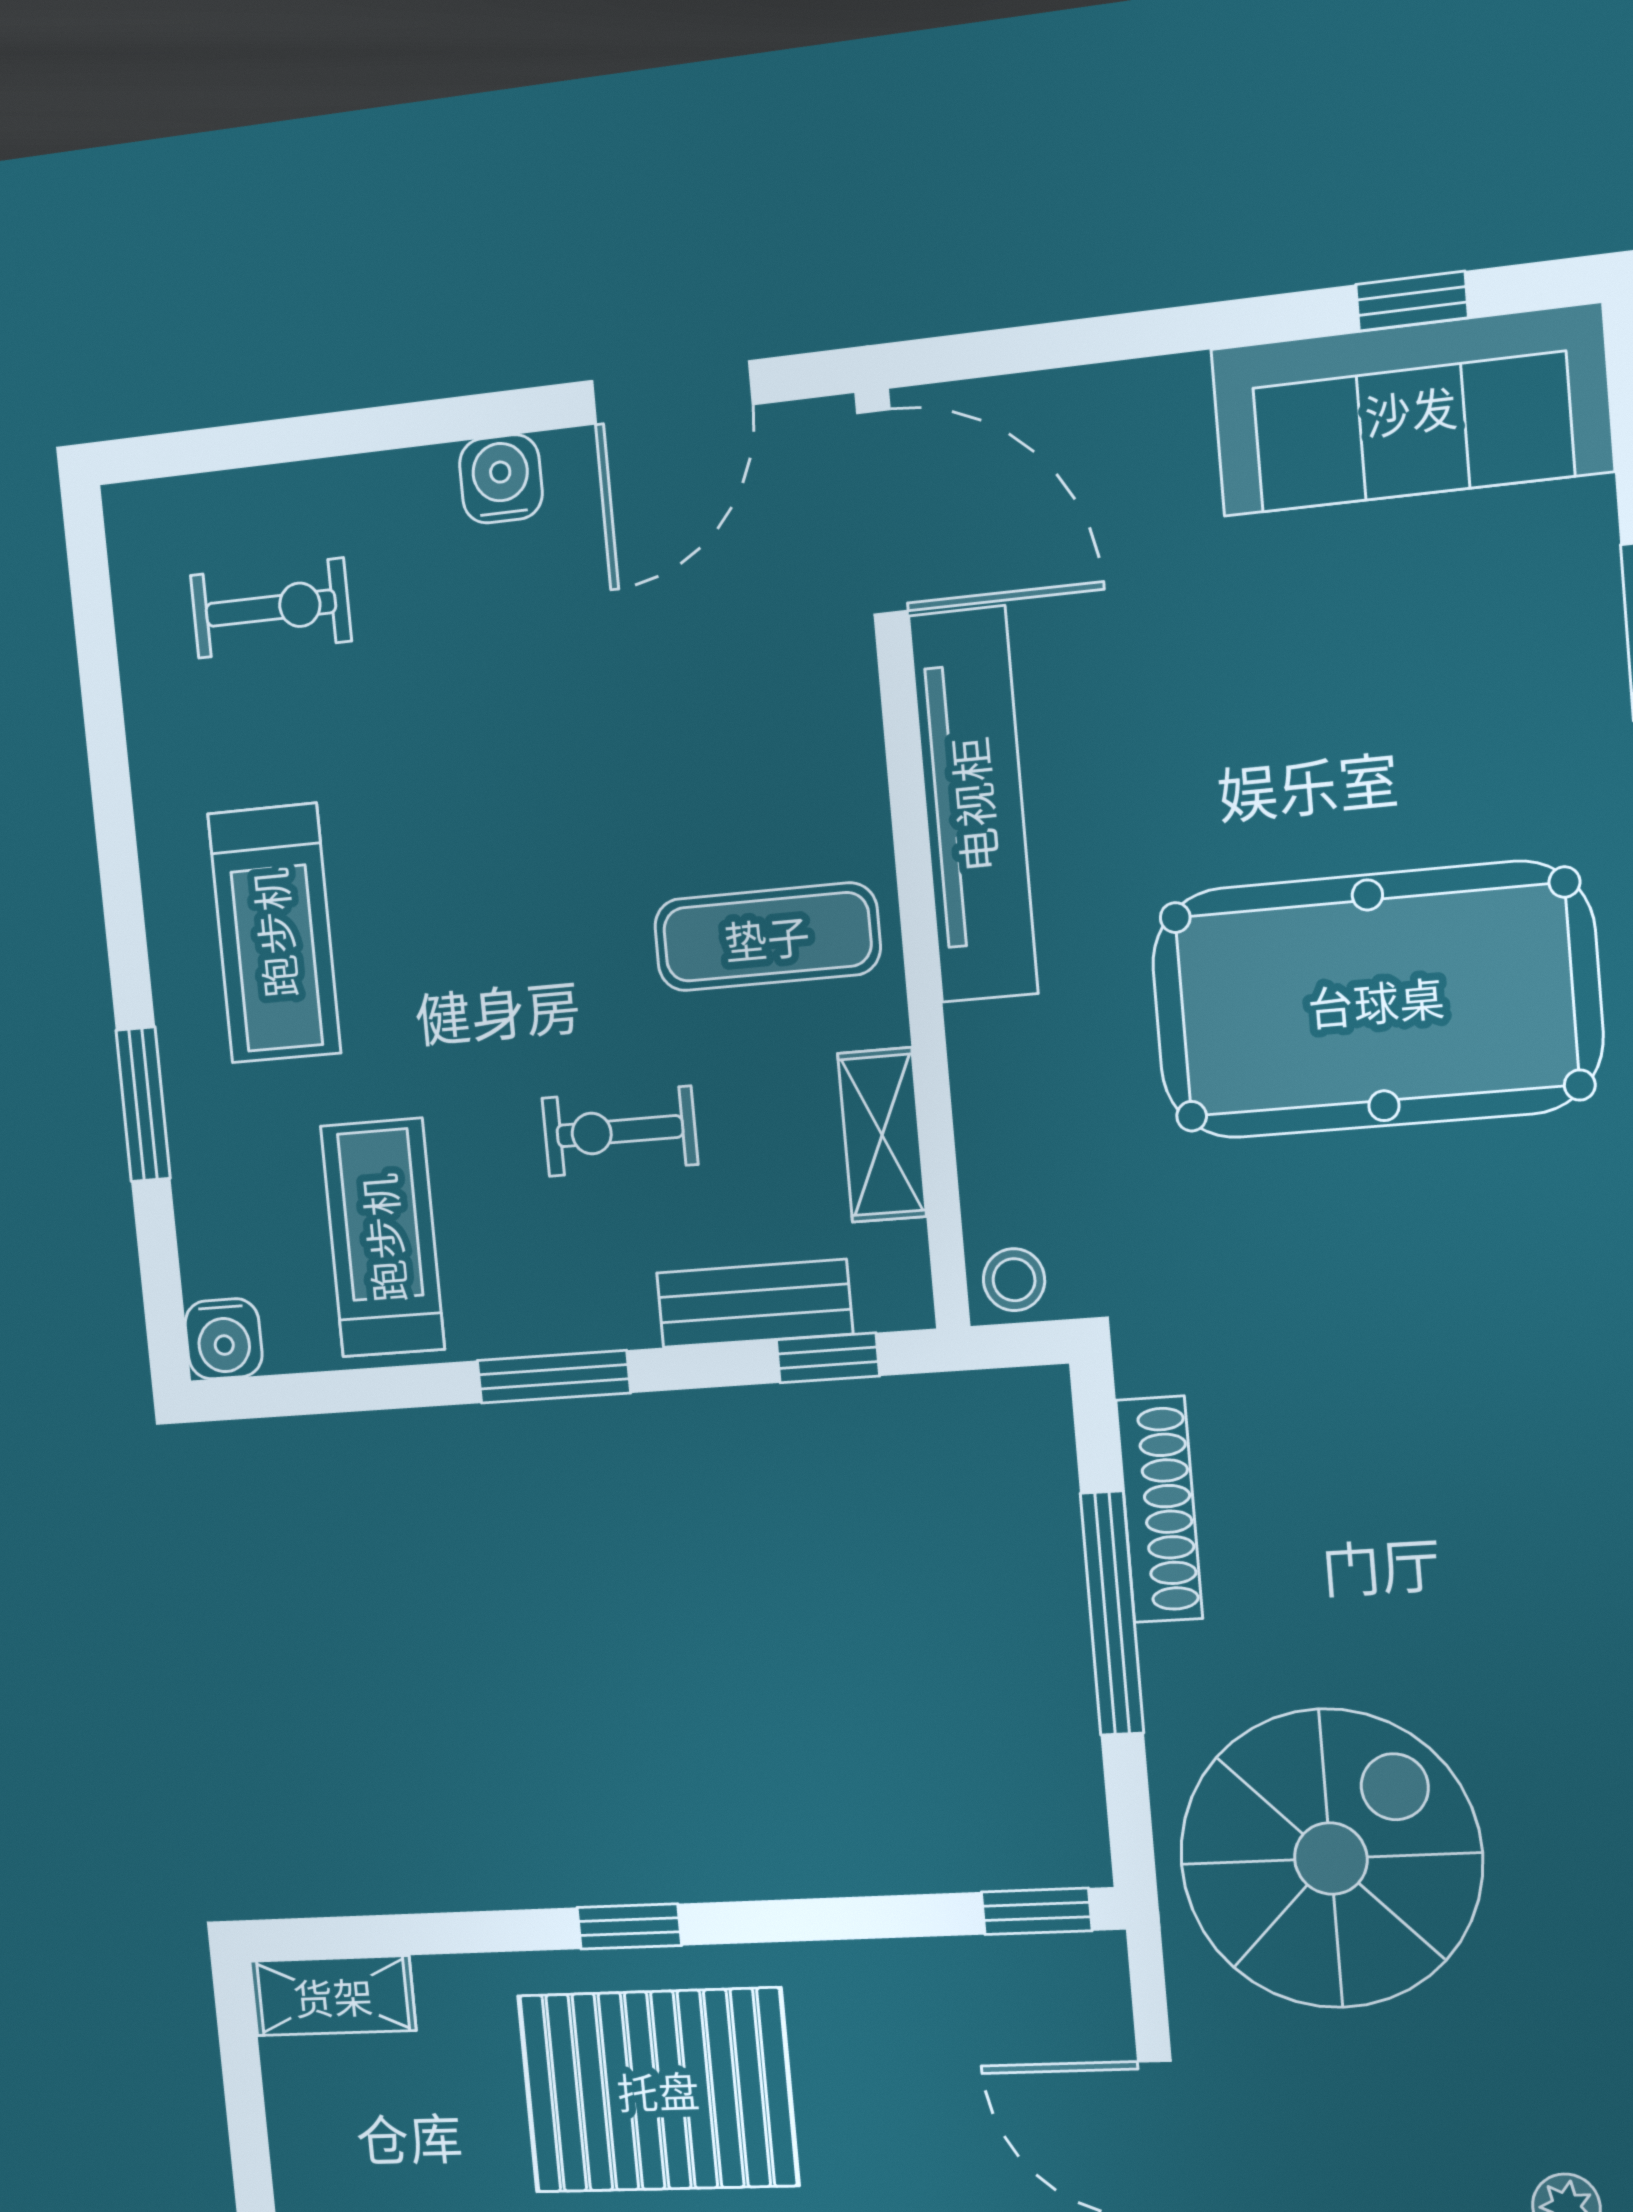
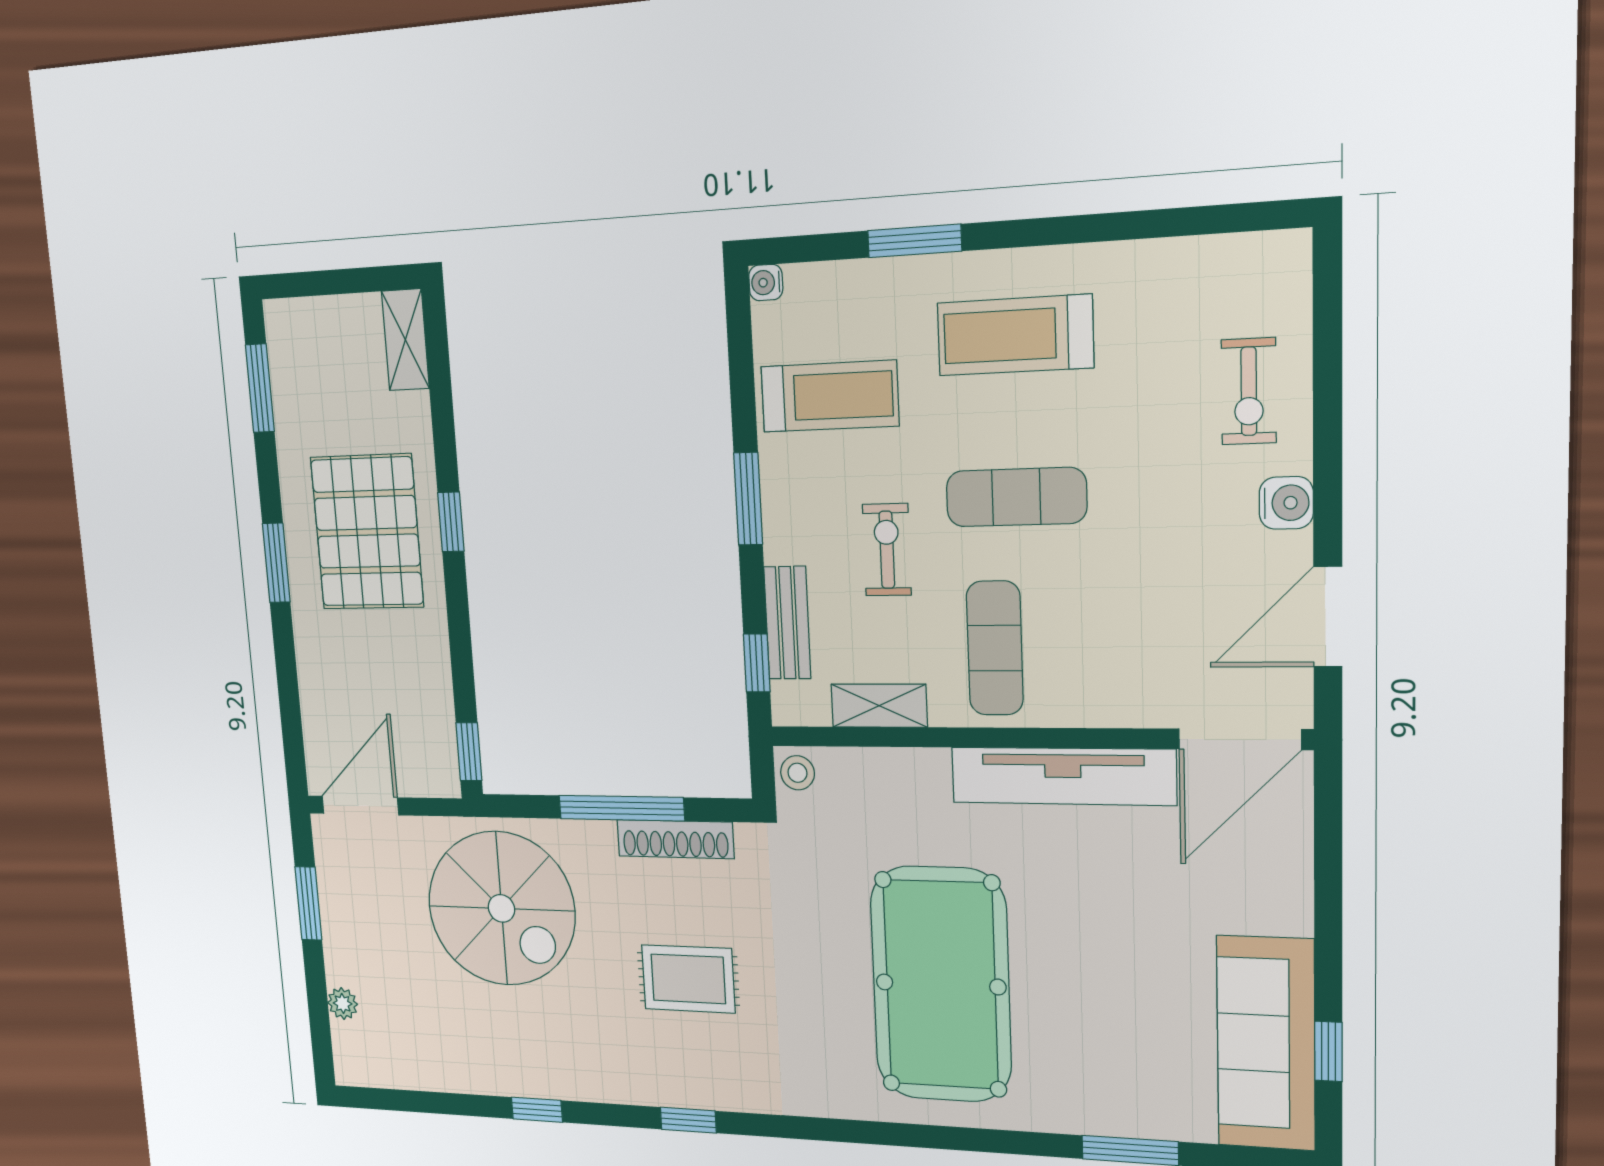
door: (672, 393) -> (1328, 617), hinge flipped
exercise bike: (271, 608) -> (1249, 391), moved
exercise mat: (521, 916) -> (1016, 497), added
water cooler: (224, 1339) -> (766, 282), width x0.72, depth x0.72
rug: (1425, 1485) -> (688, 979), added

